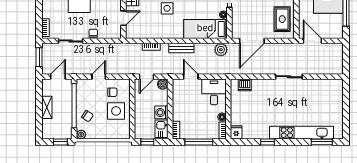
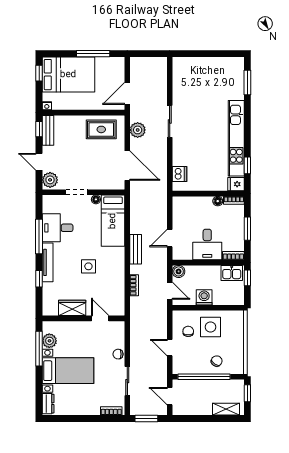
plant: (221, 50) -> (138, 130), moved
desk: (214, 92) -> (207, 245), moved, turned -90
shelving: (47, 107) -> (226, 409), moved
washing machine: (161, 112) -> (204, 297), moved, turned 180
kitchen unit: (302, 133) -> (236, 138), moved
plant: (81, 134) -> (238, 368), removed
window: (147, 142) -> (247, 278), moved
window: (199, 142) -> (247, 229), width x0.69
window: (267, 142) -> (247, 165), moved

